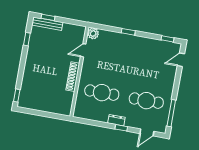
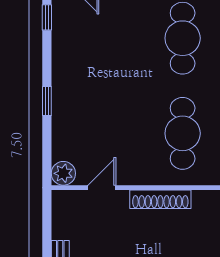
door: (83, 50) -> (102, 188), swing flipped

